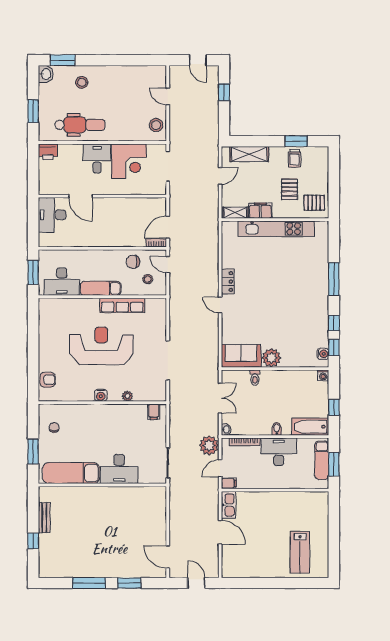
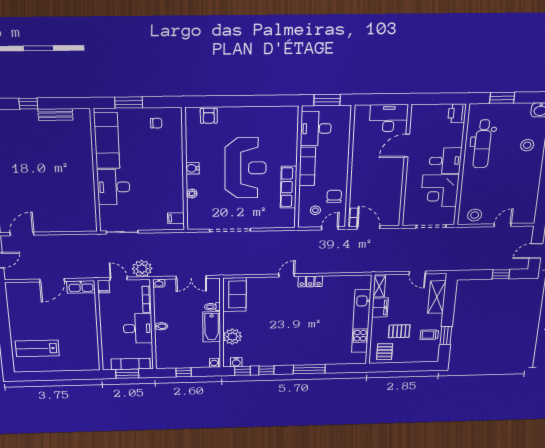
plant: (271, 358) -> (232, 337), moved
bathtub: (310, 427) -> (212, 327), moved, turned 180

